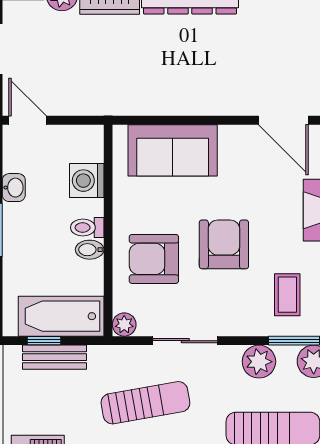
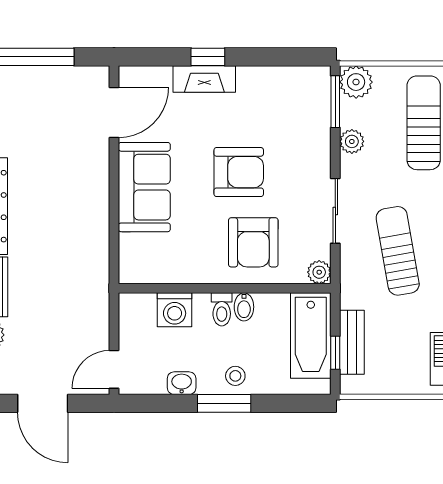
sofa: (173, 150) -> (144, 187), moved
stool: (21, 241) -> (235, 376), added
armchair: (224, 244) -> (239, 172), turned 180
coffee table: (287, 295) -> (289, 108), removed
plant: (259, 362) -> (352, 141), width x0.73, depth x0.73

